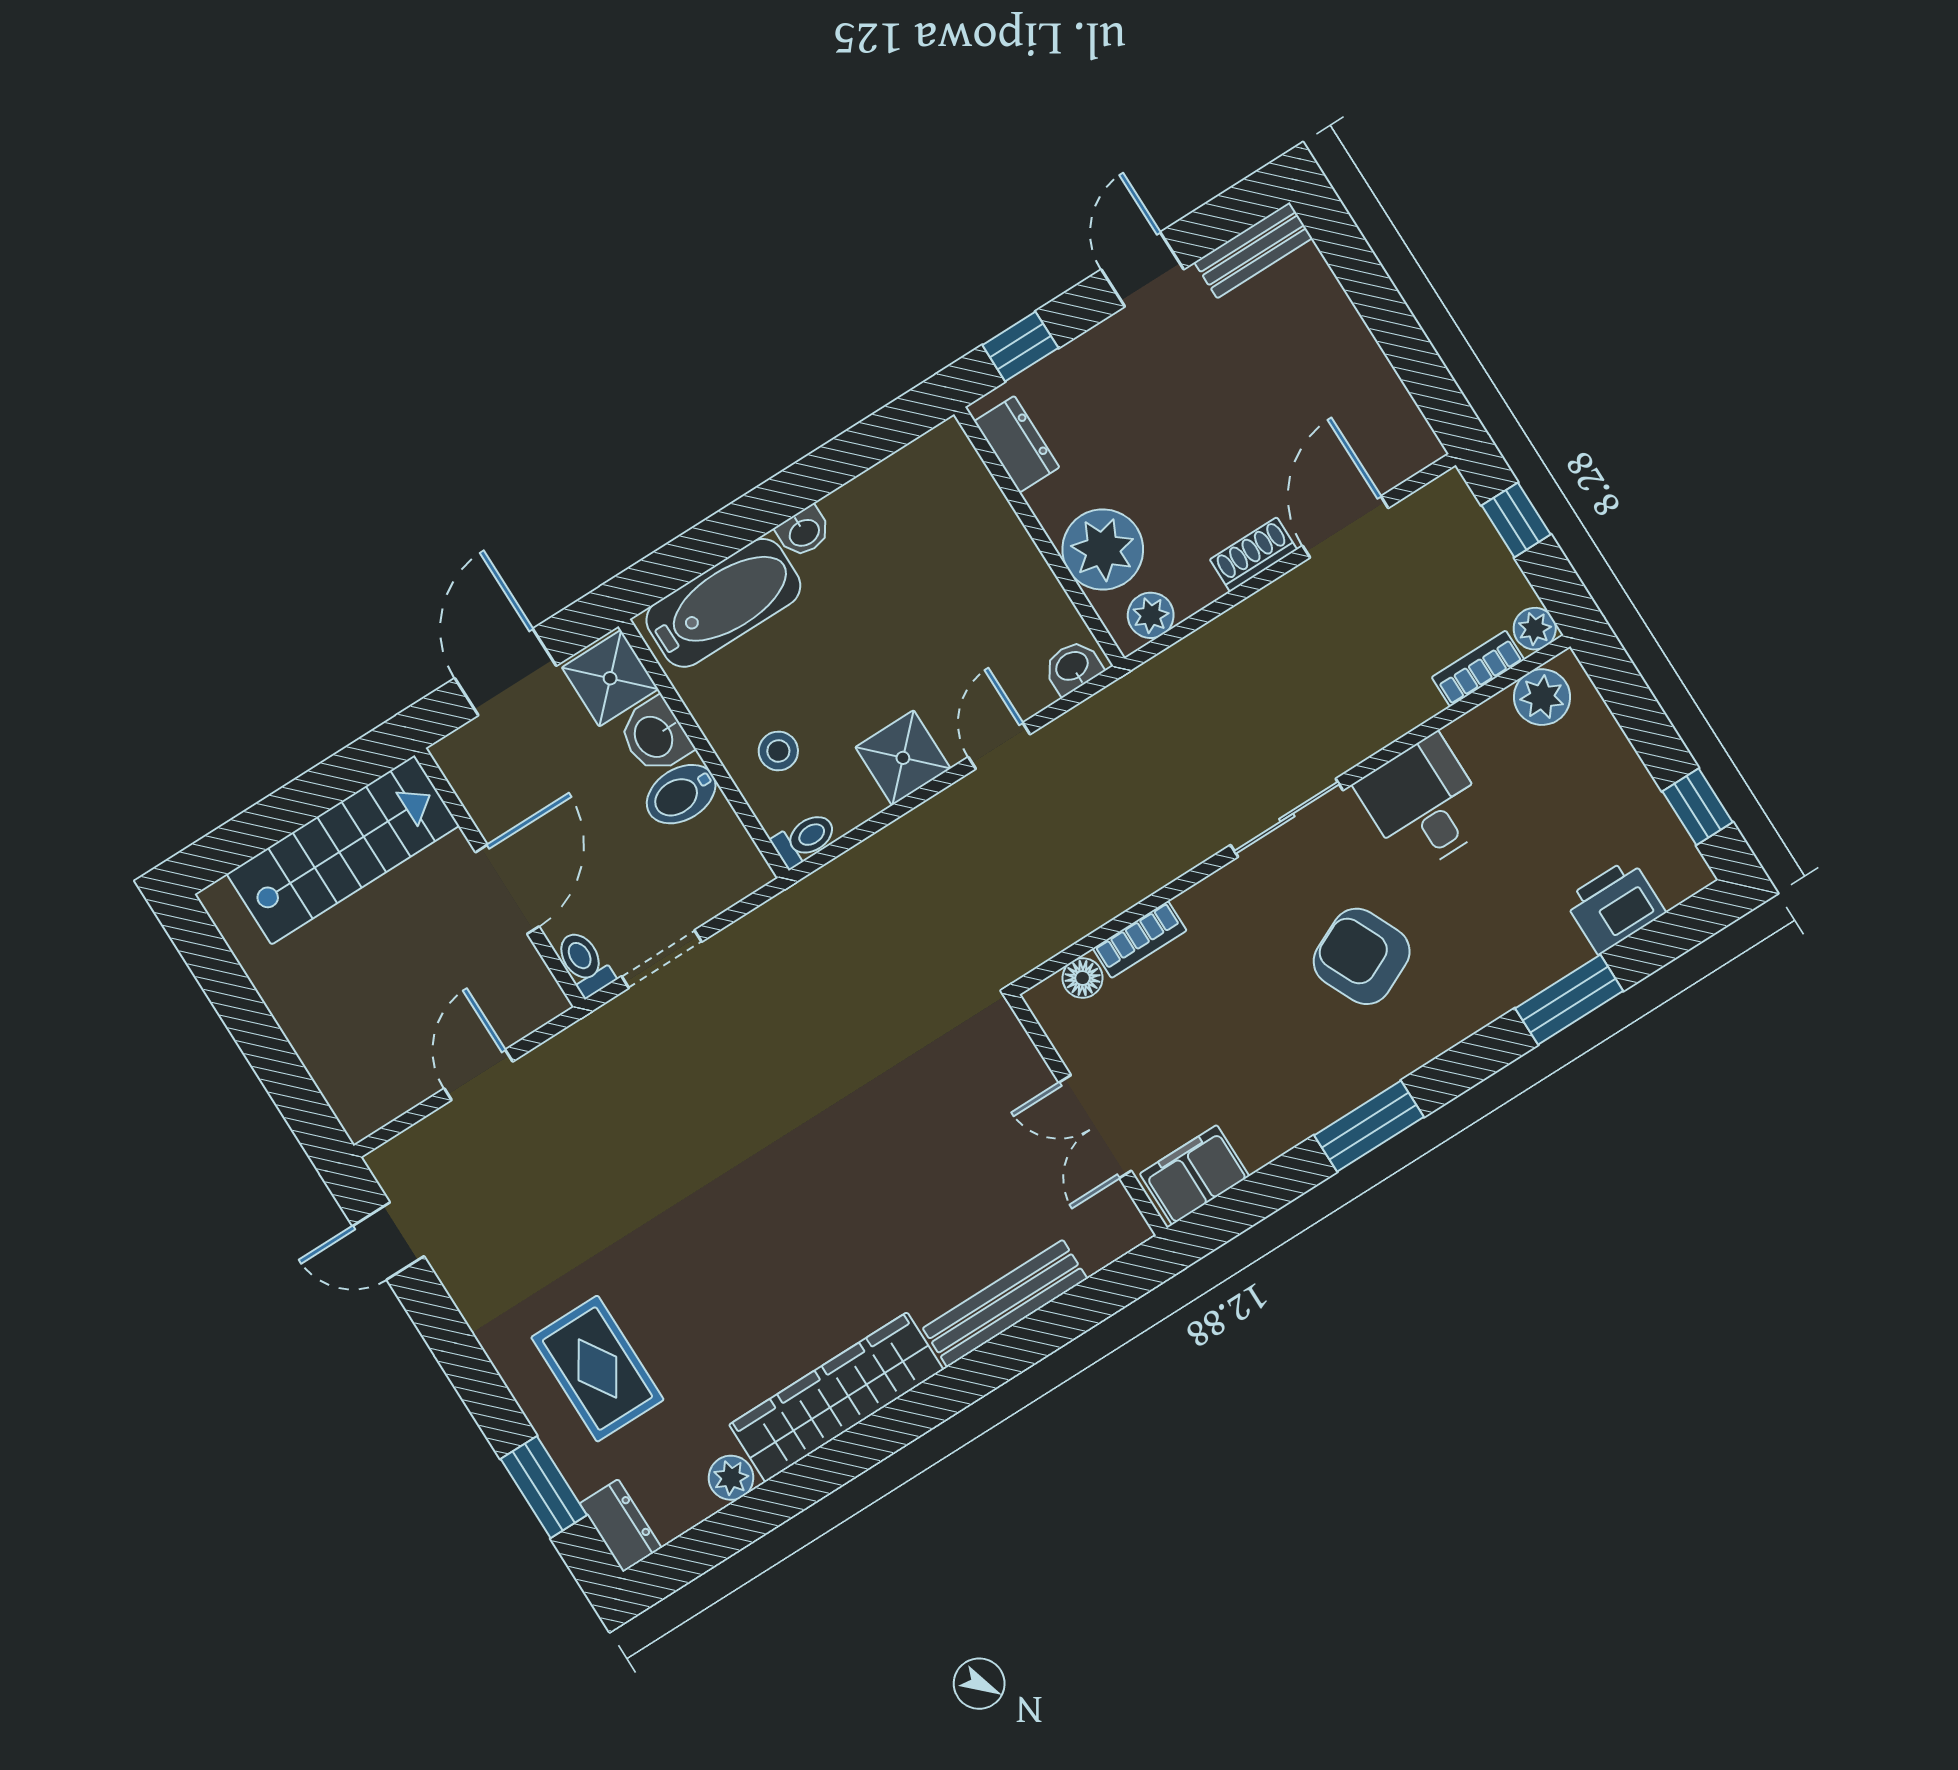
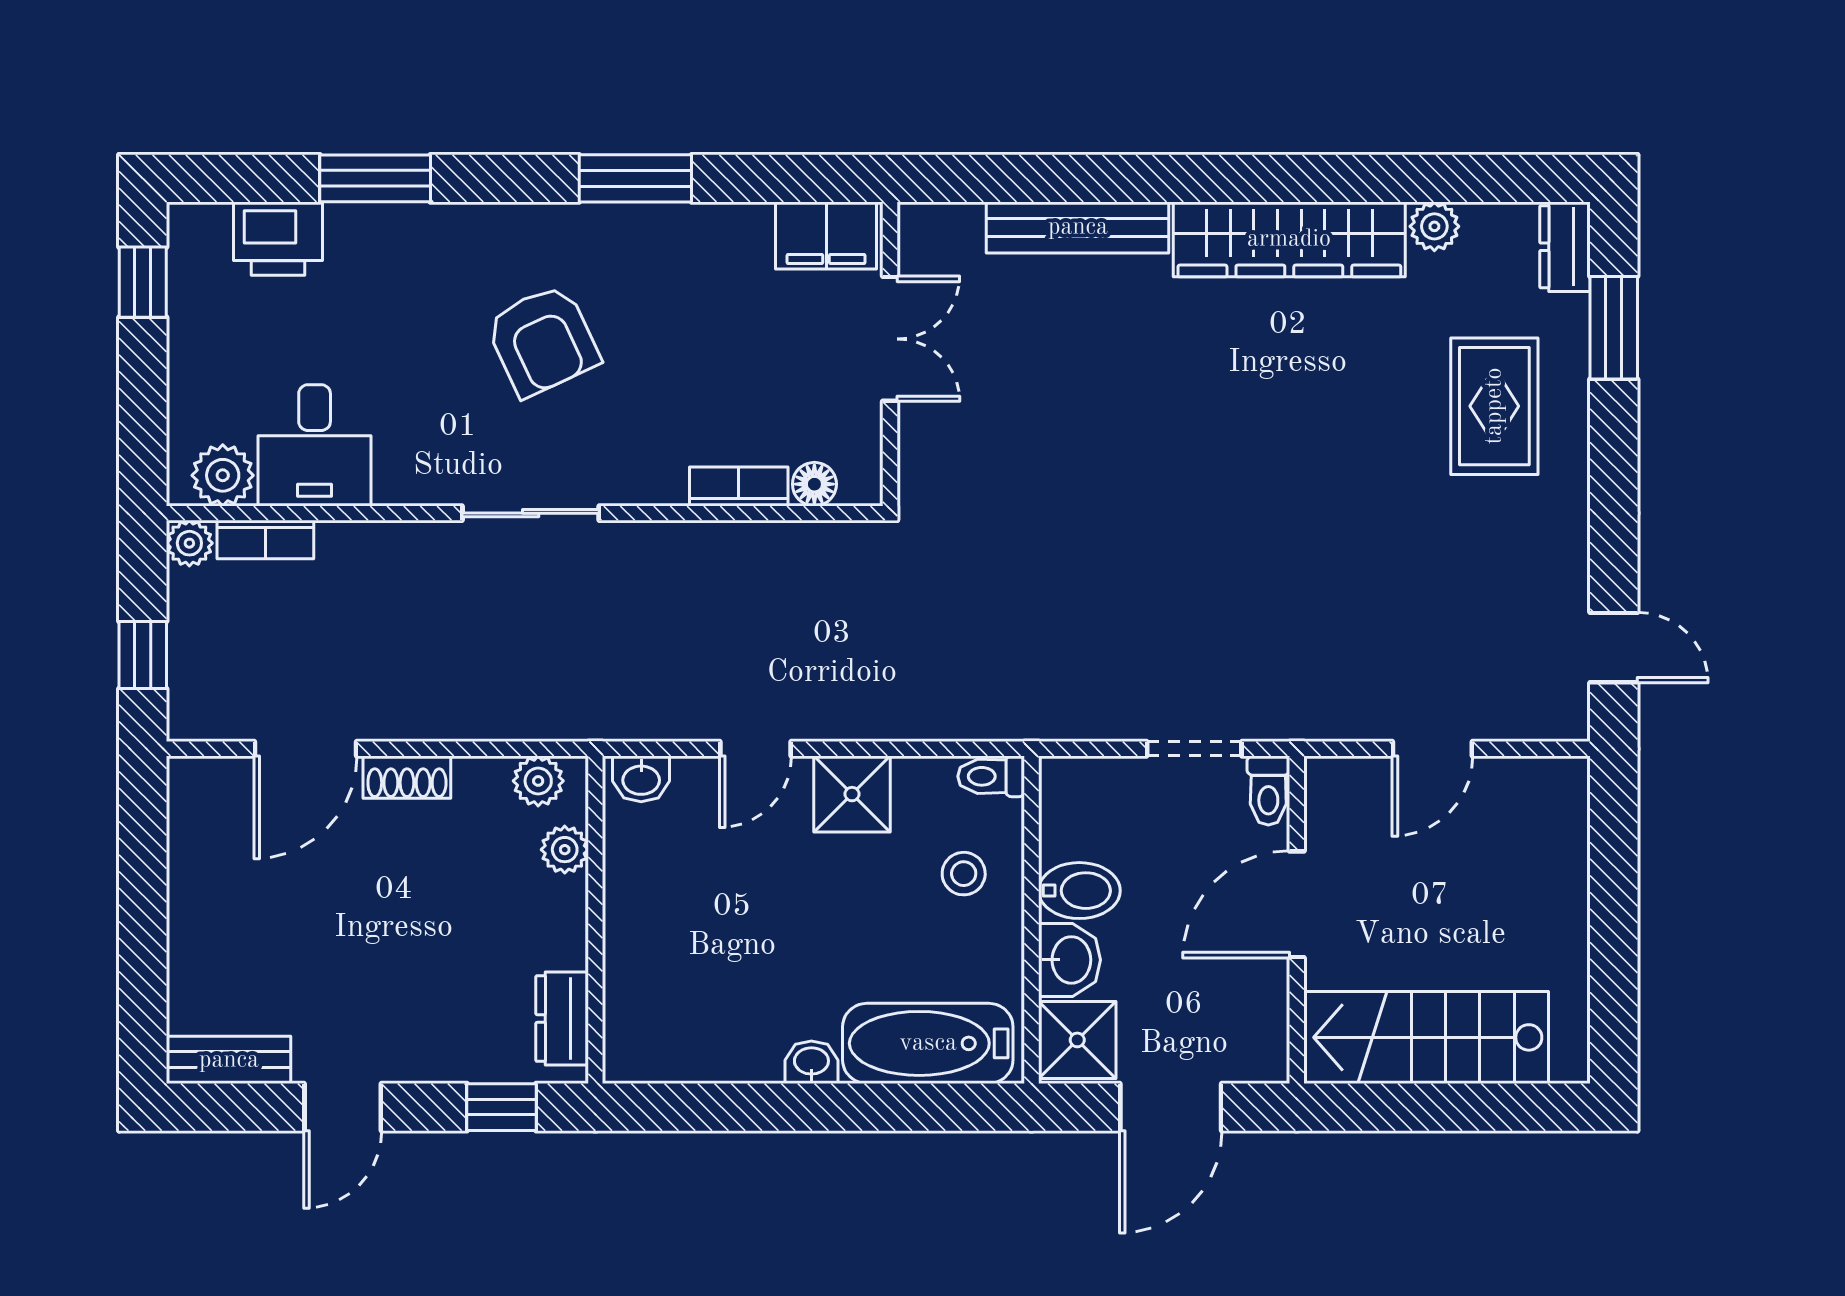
plant: (1103, 549) -> (565, 850), width x0.53, depth x0.53
desk: (1424, 804) -> (315, 445), moved

